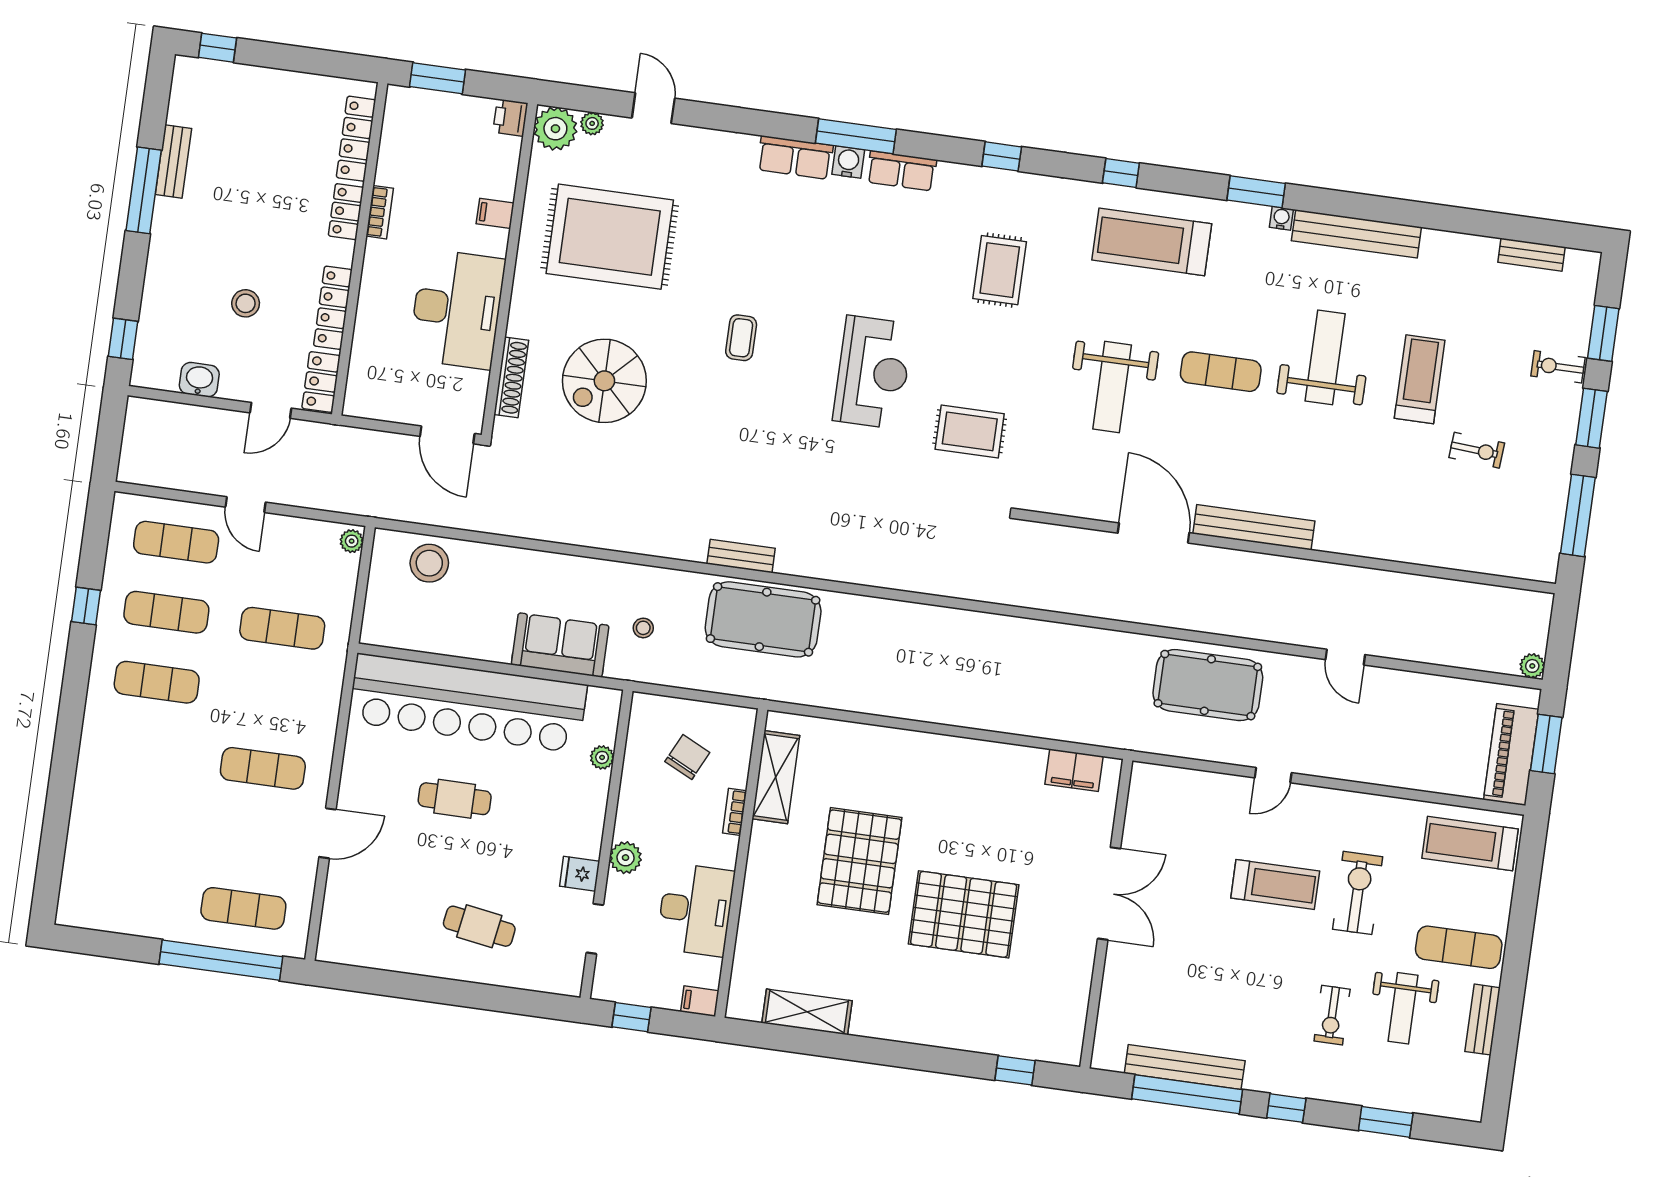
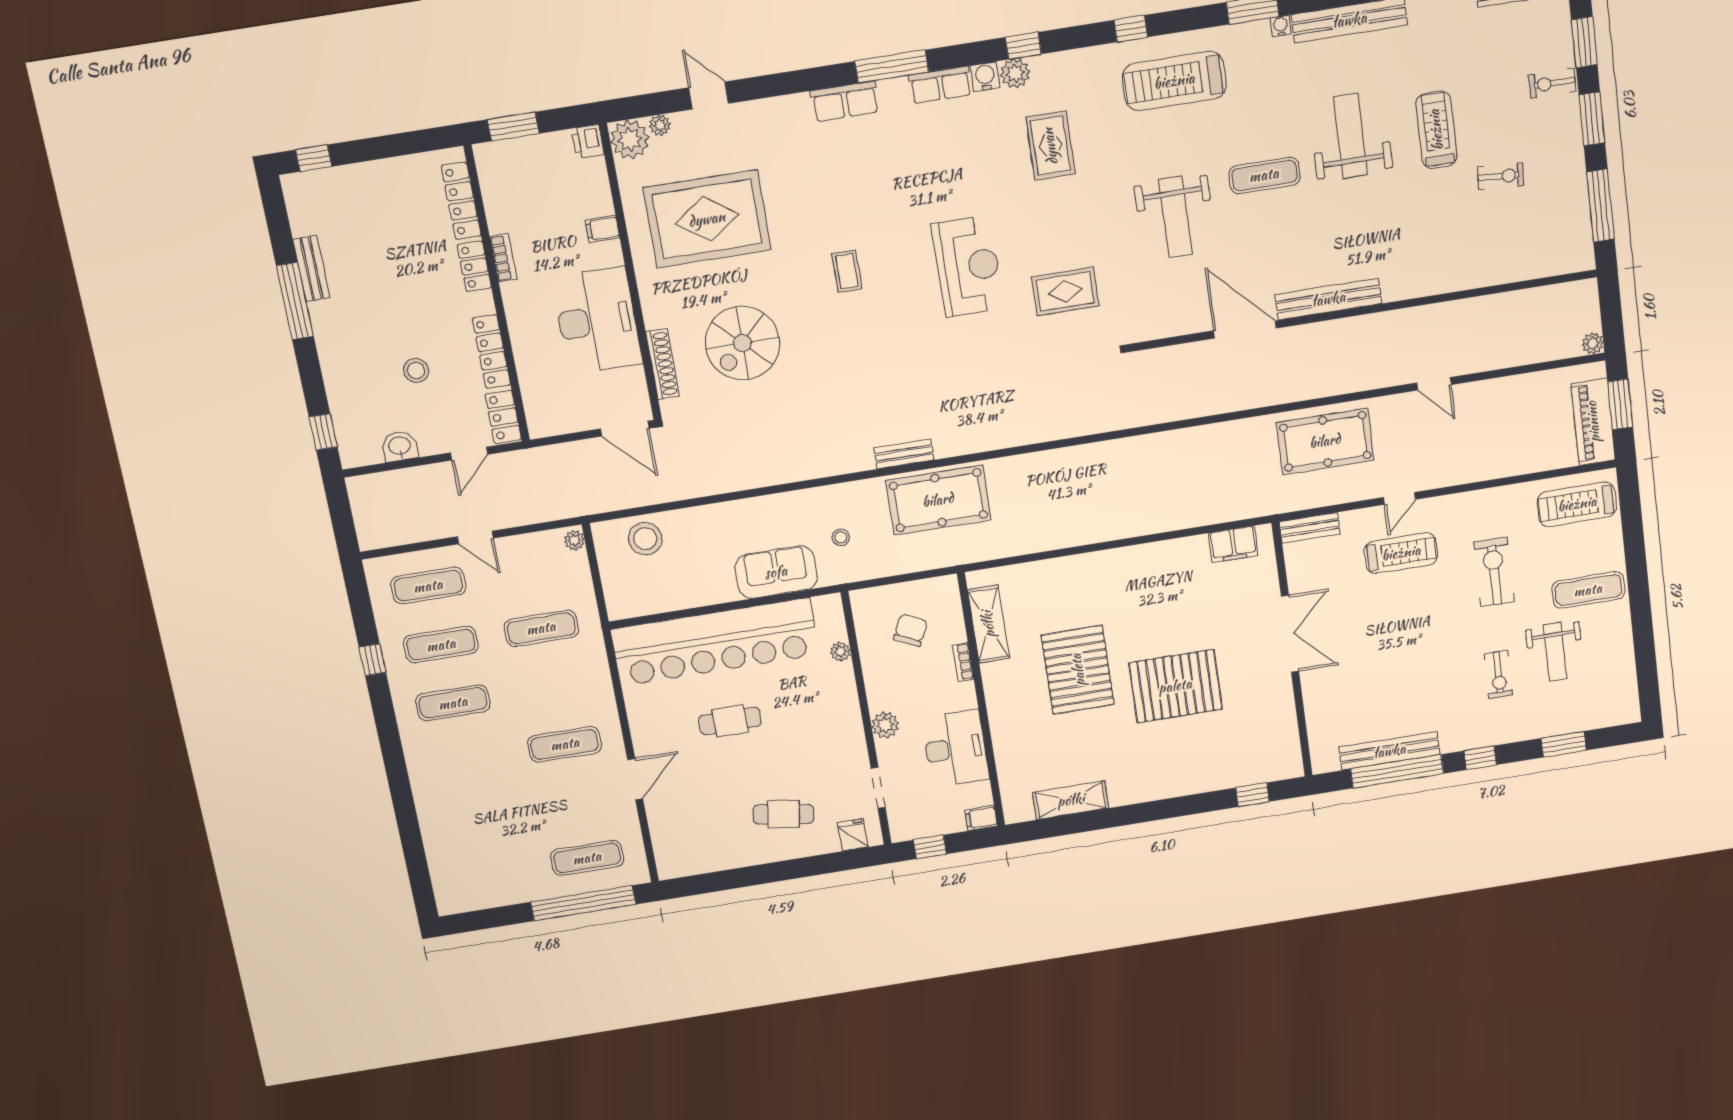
water cooler: (848, 162) -> (985, 76), moved
plant: (984, 183) -> (1015, 73), added
fridge: (580, 874) -> (853, 835), moved, turned 90
treadmill: (1275, 885) -> (1401, 553), moved
bench: (1483, 1020) -> (1310, 528), moved, turned 90

